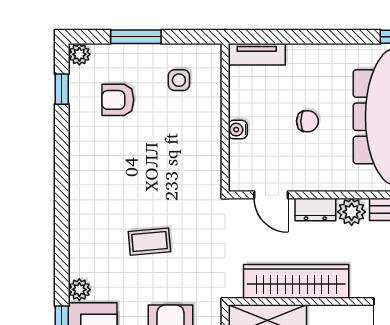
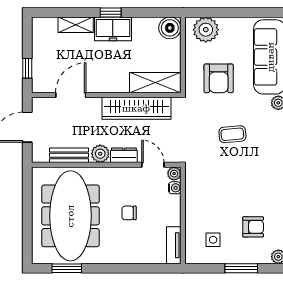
tv unit: (257, 54) -> (174, 245), moved, turned -90
water cooler: (238, 130) -> (175, 188), moved
plant: (239, 181) -> (174, 174), added

